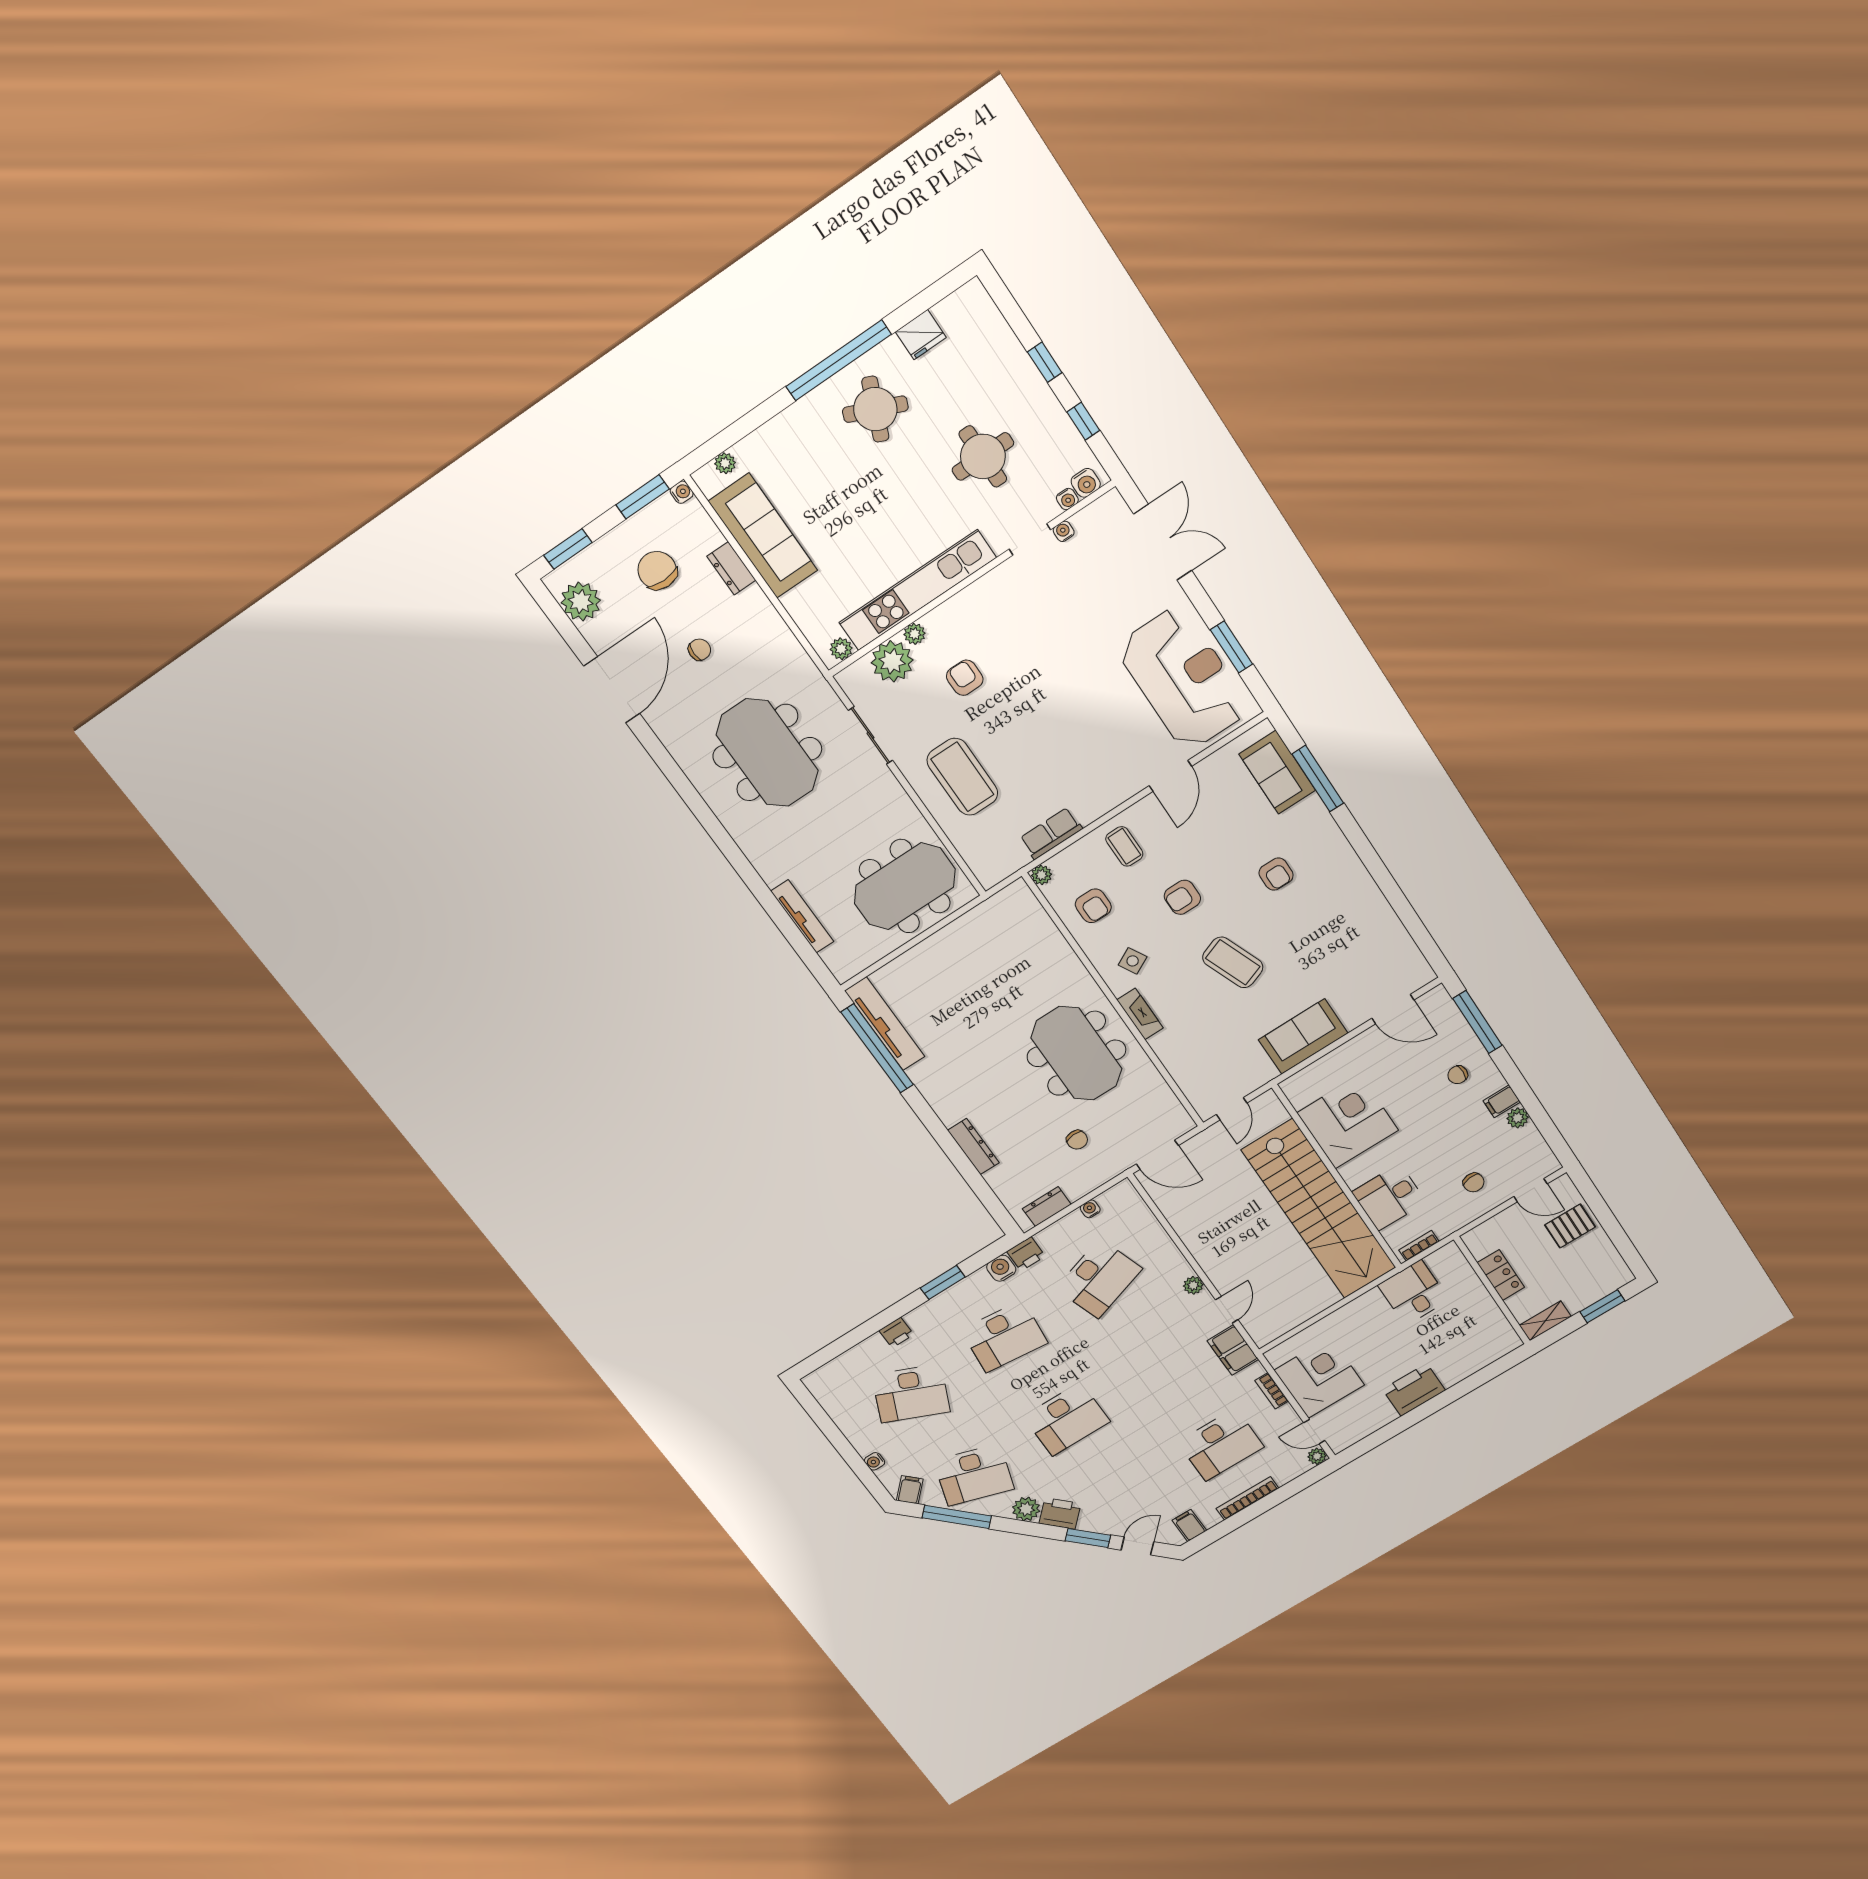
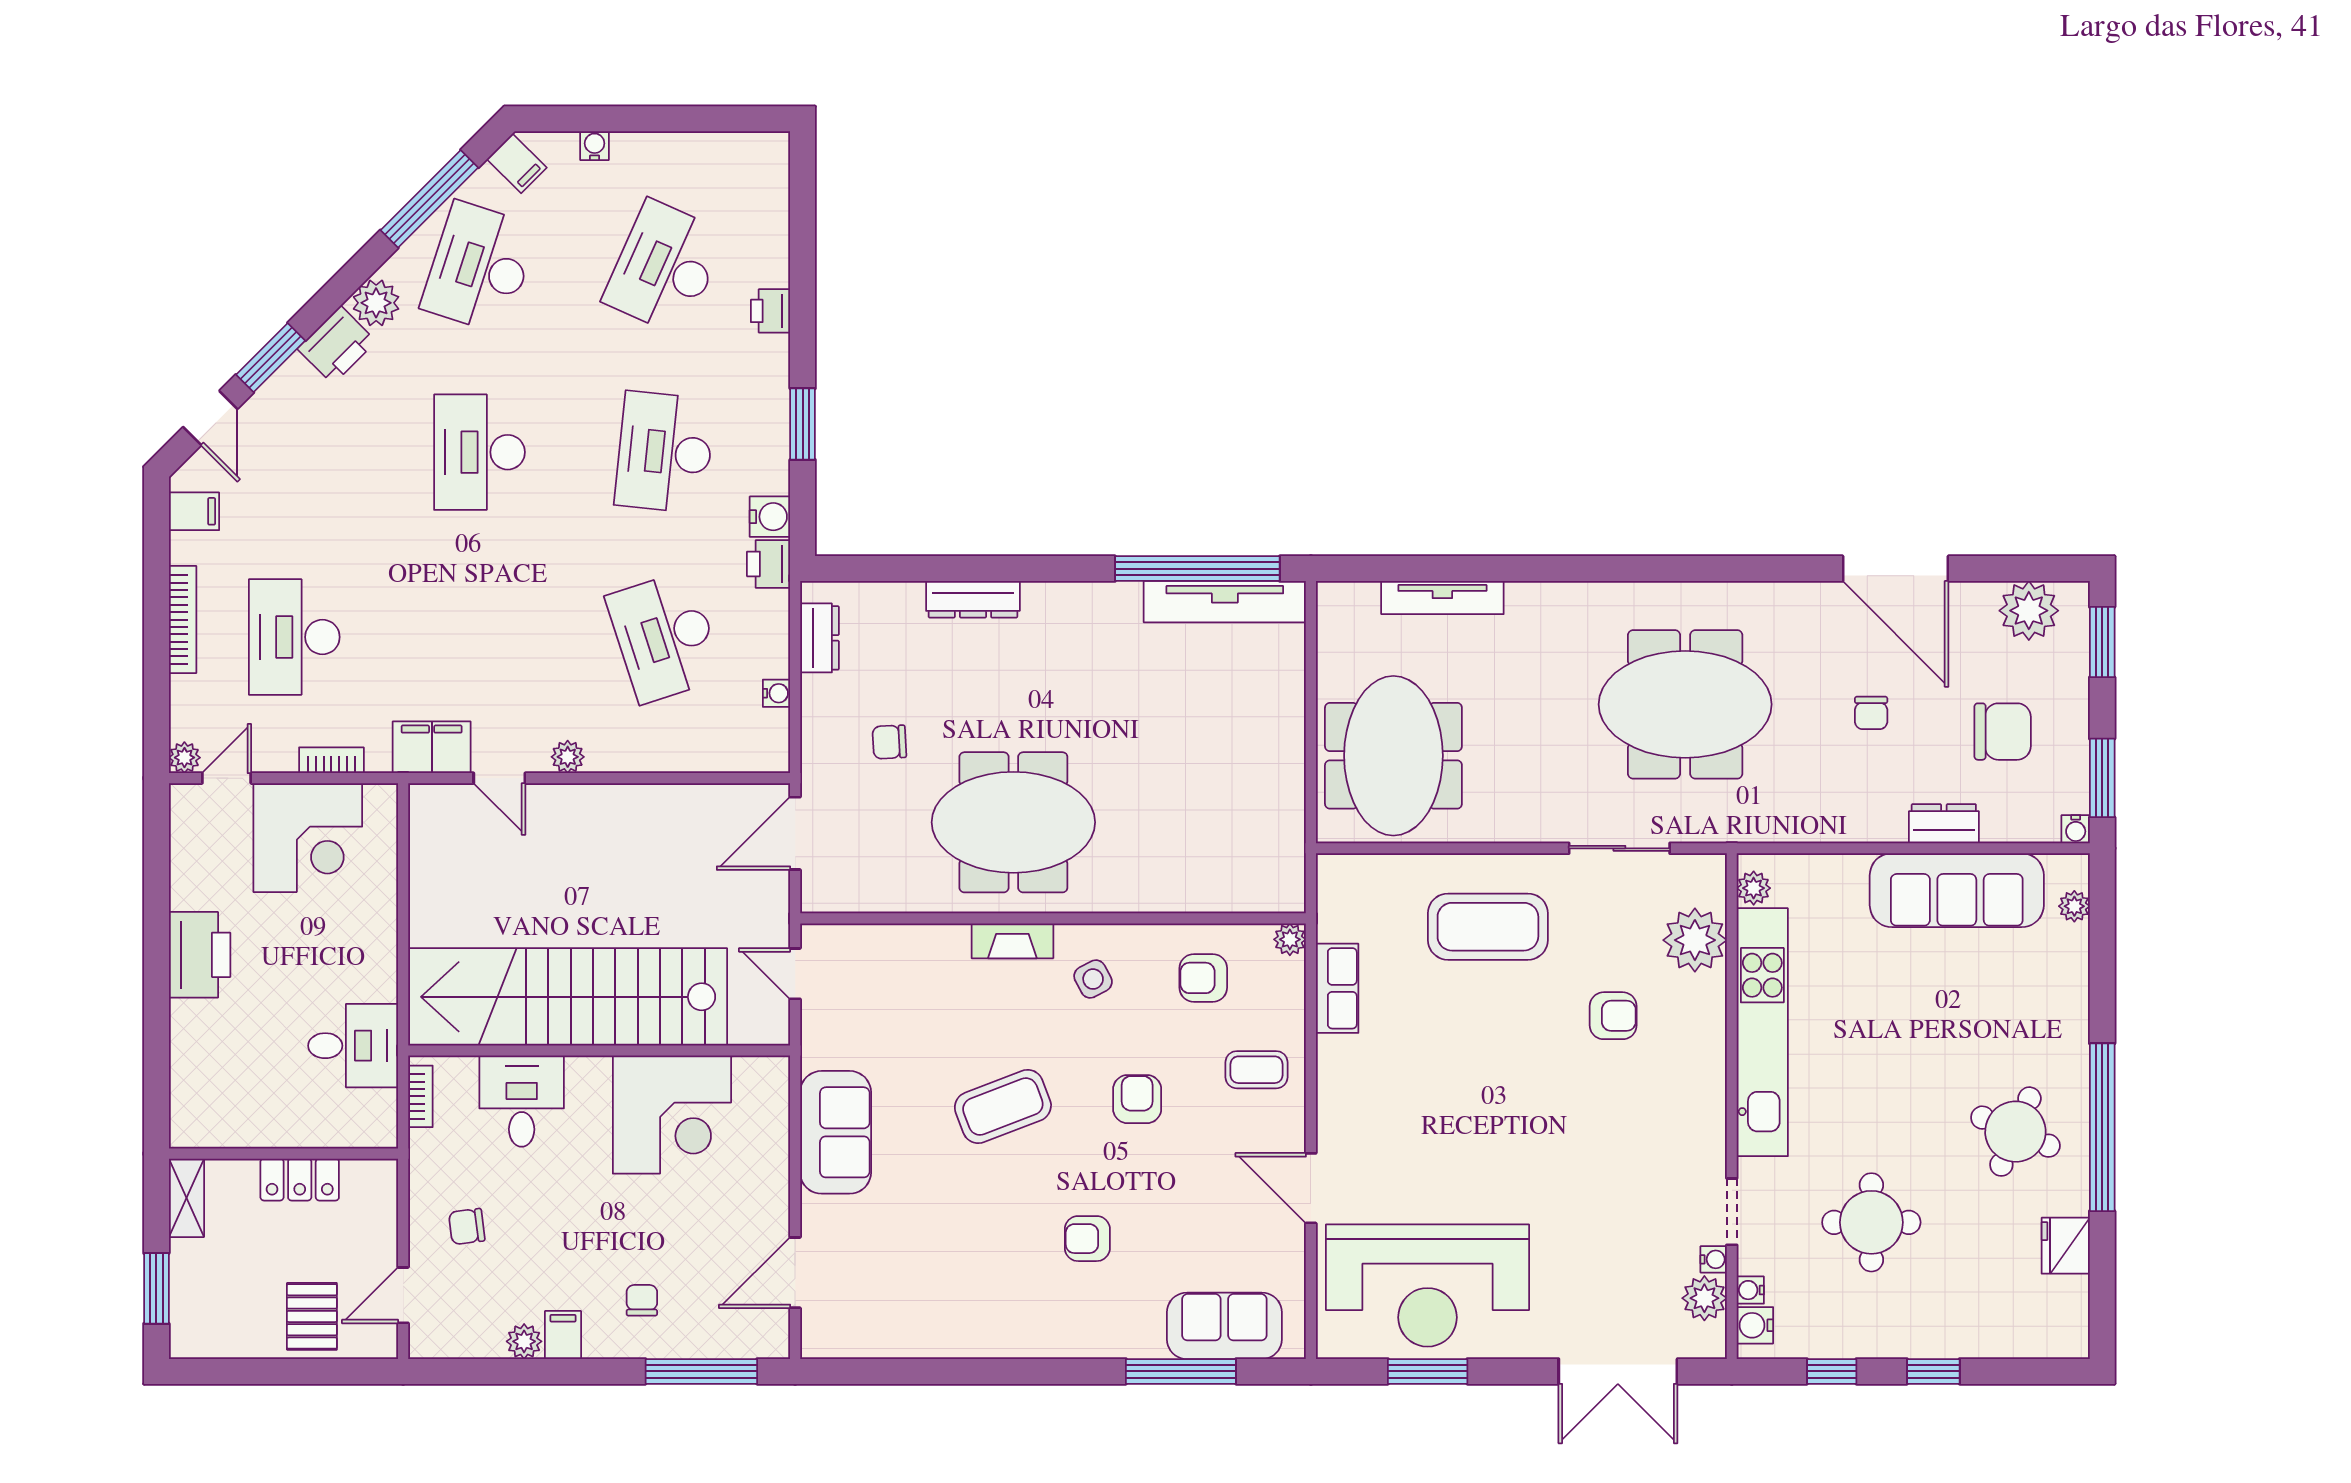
plant: (915, 634) -> (1704, 1298), moved, width x1.38, depth x1.38

